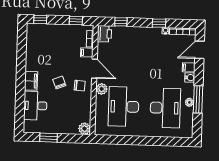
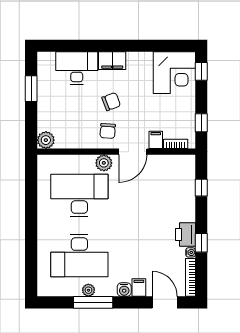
printer: (104, 34) -> (185, 235), moved, turned 90
corner desk: (41, 38) -> (174, 73), added

